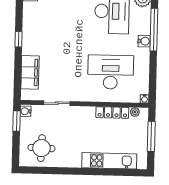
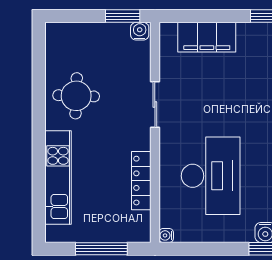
sliding door: (57, 103) -> (155, 104), moved
plant: (135, 112) -> (143, 219), removed
round table: (41, 148) -> (76, 96), moved

